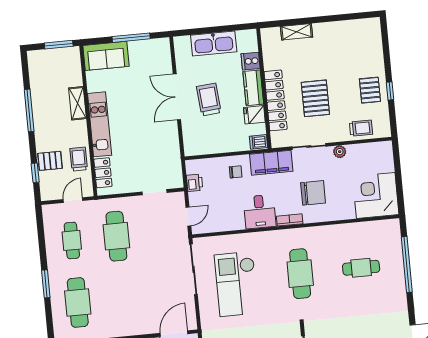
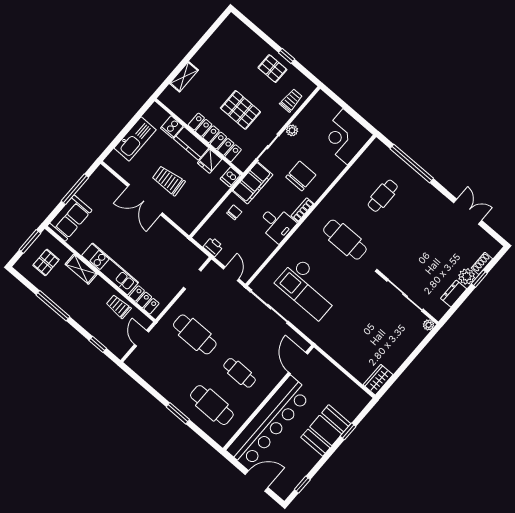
pallet: (50, 161) -> (46, 262), moved
cafe table: (72, 240) -> (240, 373), moved

